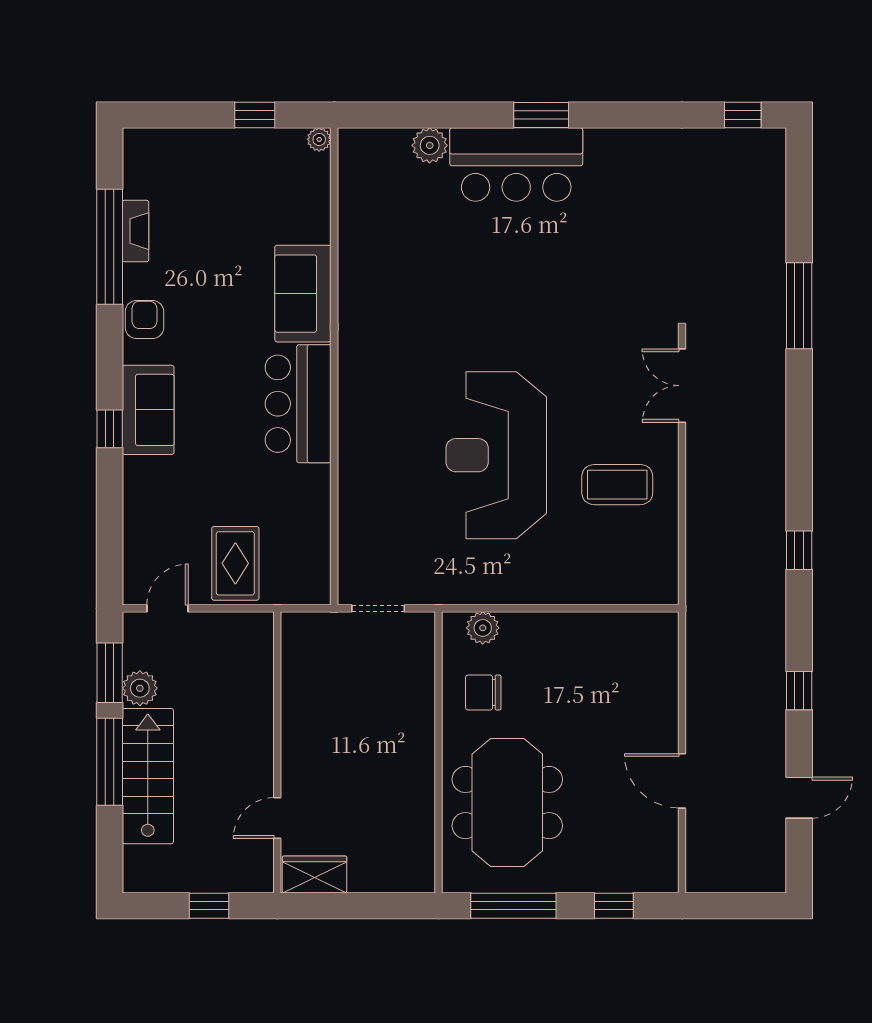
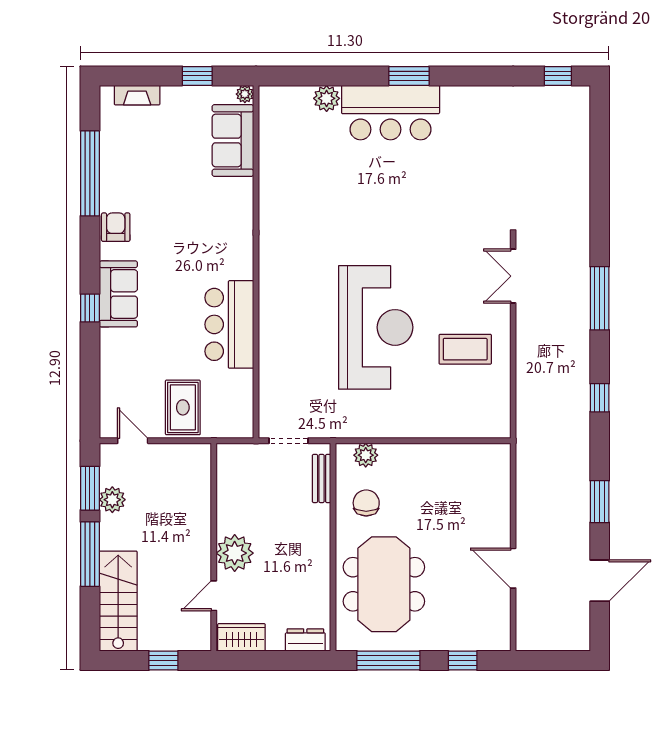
fireplace: (135, 231) -> (137, 95), moved, turned 90
sofa: (303, 294) -> (233, 140), moved
window: (799, 306) -> (600, 298), moved
bar counter: (298, 404) -> (229, 324), moved
reception desk: (496, 455) -> (376, 327), turned 180
door: (167, 608) -> (133, 441), hinge flipped
bench: (423, 659) -> (322, 478), added
window: (799, 691) -> (600, 502), width x1.50
chair: (483, 693) -> (366, 503), turned 90
plant: (305, 760) -> (235, 553), added
stairs: (148, 776) -> (118, 601), moved
door: (799, 798) -> (600, 581), width x1.38
dresser: (401, 878) -> (305, 640), added

